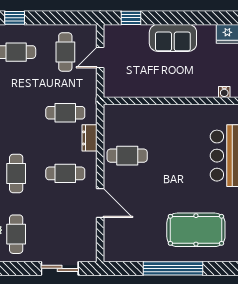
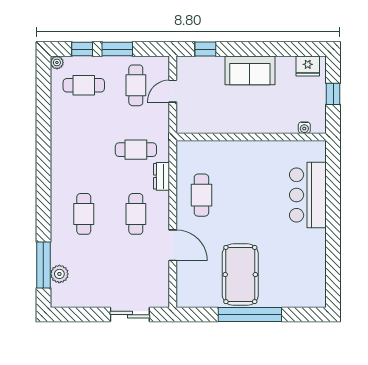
window: (48, 18) -> (117, 49), added
cafe table: (127, 156) -> (201, 195), turned 90
cafe table: (65, 173) -> (136, 214), turned 90
pool table: (196, 230) -> (240, 275), moved, turned 90
cafe table: (16, 234) -> (84, 278), removed

